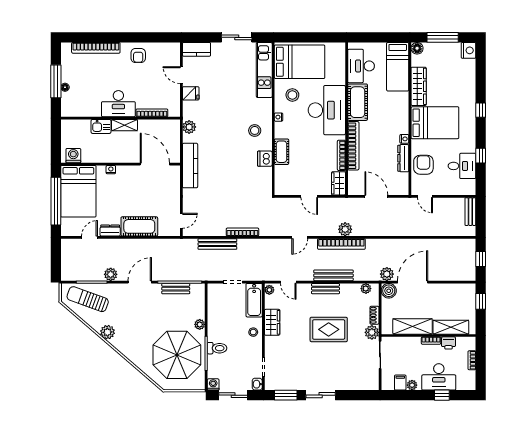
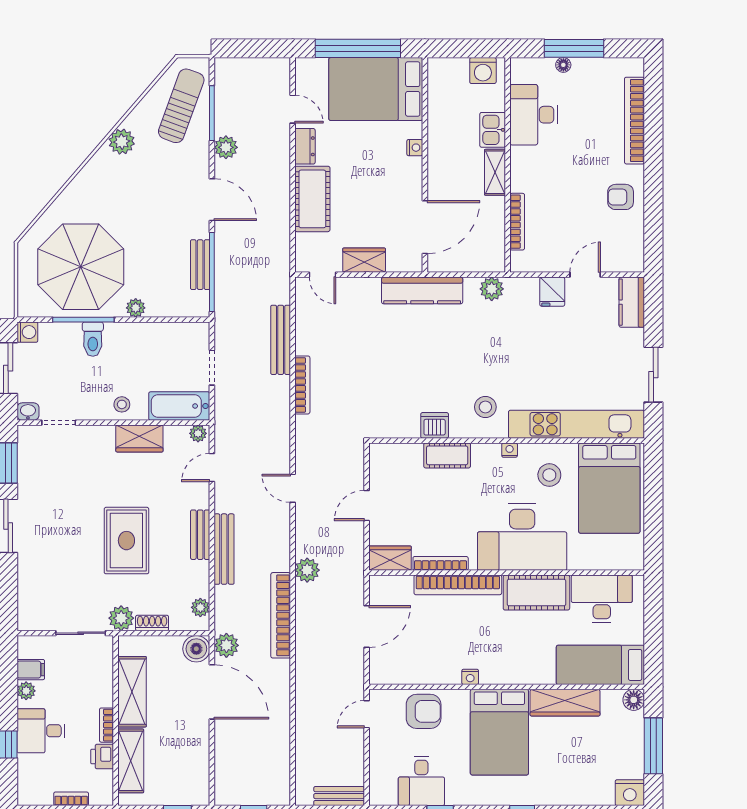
kitchen unit: (264, 70) -> (576, 424), width x1.36
desk: (118, 104) -> (534, 115), moved
washing machine: (73, 156) -> (483, 71), moved, turned 90
dresser: (403, 158) -> (435, 675), removed
wardrobe: (173, 198) -> (364, 260), added
bookcase: (341, 244) -> (281, 615), moved
desk: (439, 377) -> (41, 731), width x0.73

